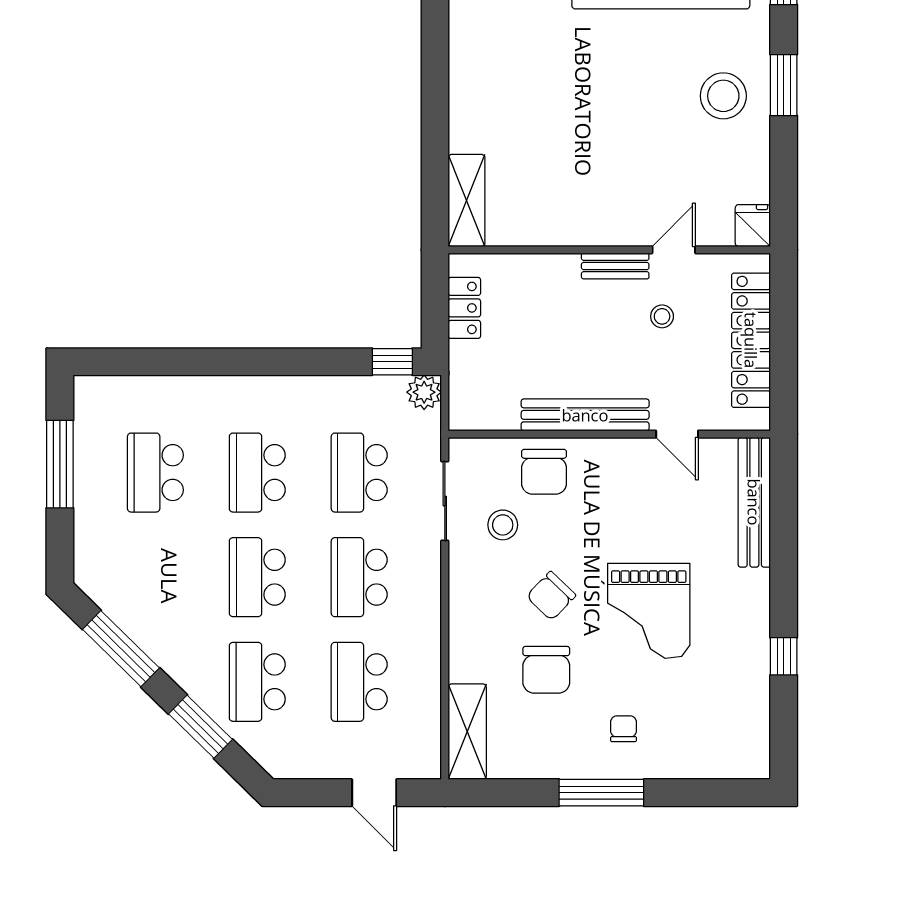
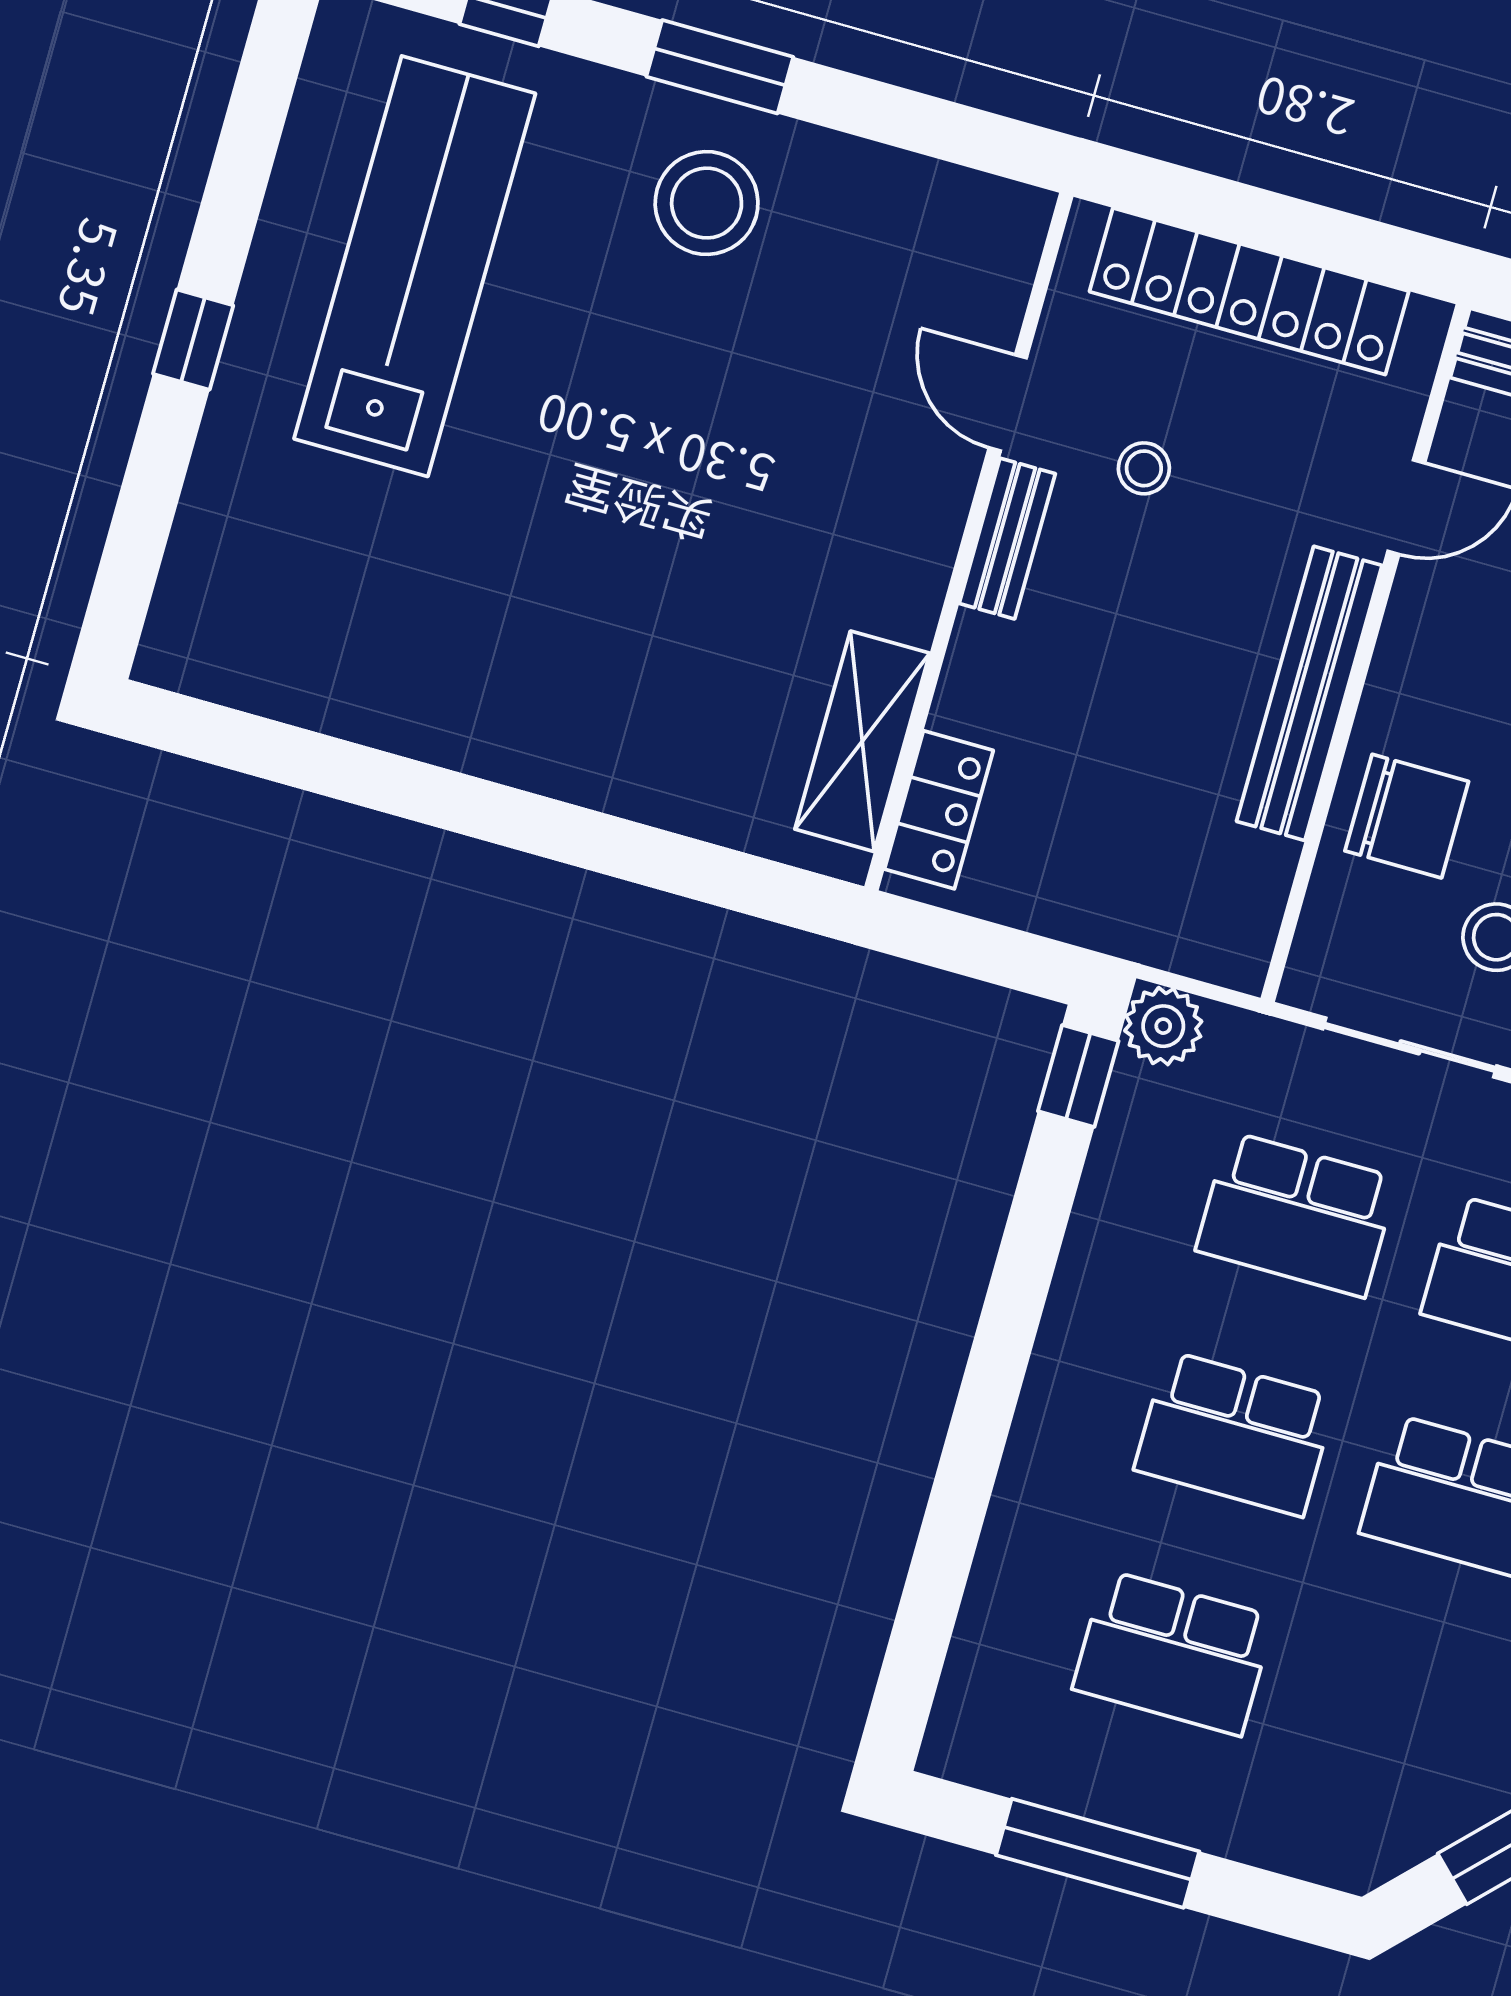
shelving: (467, 200) -> (862, 741), moved, turned 90
fridge: (753, 226) -> (1003, 218), removed
locker: (464, 308) -> (939, 810), moved, turned 90

